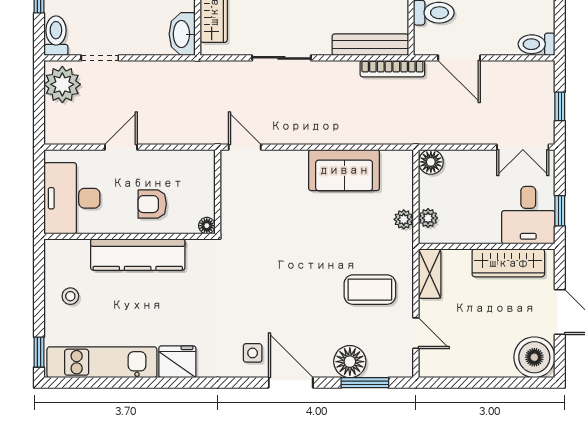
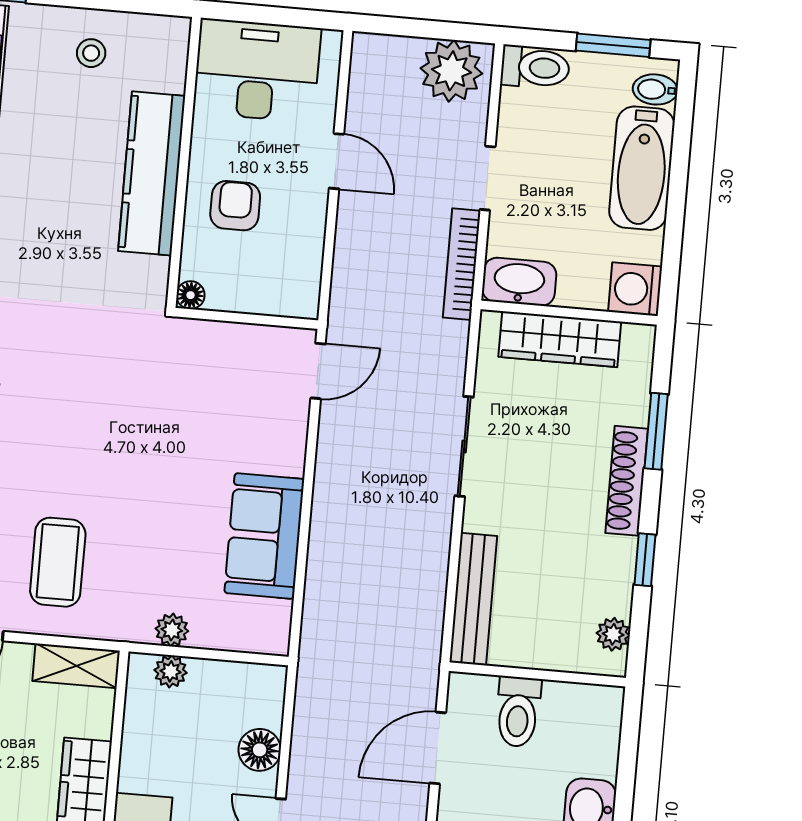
doorway: (100, 58) -> (488, 178), moved
bookcase: (392, 69) -> (462, 264), moved
floor lamp: (431, 162) -> (260, 750), moved

